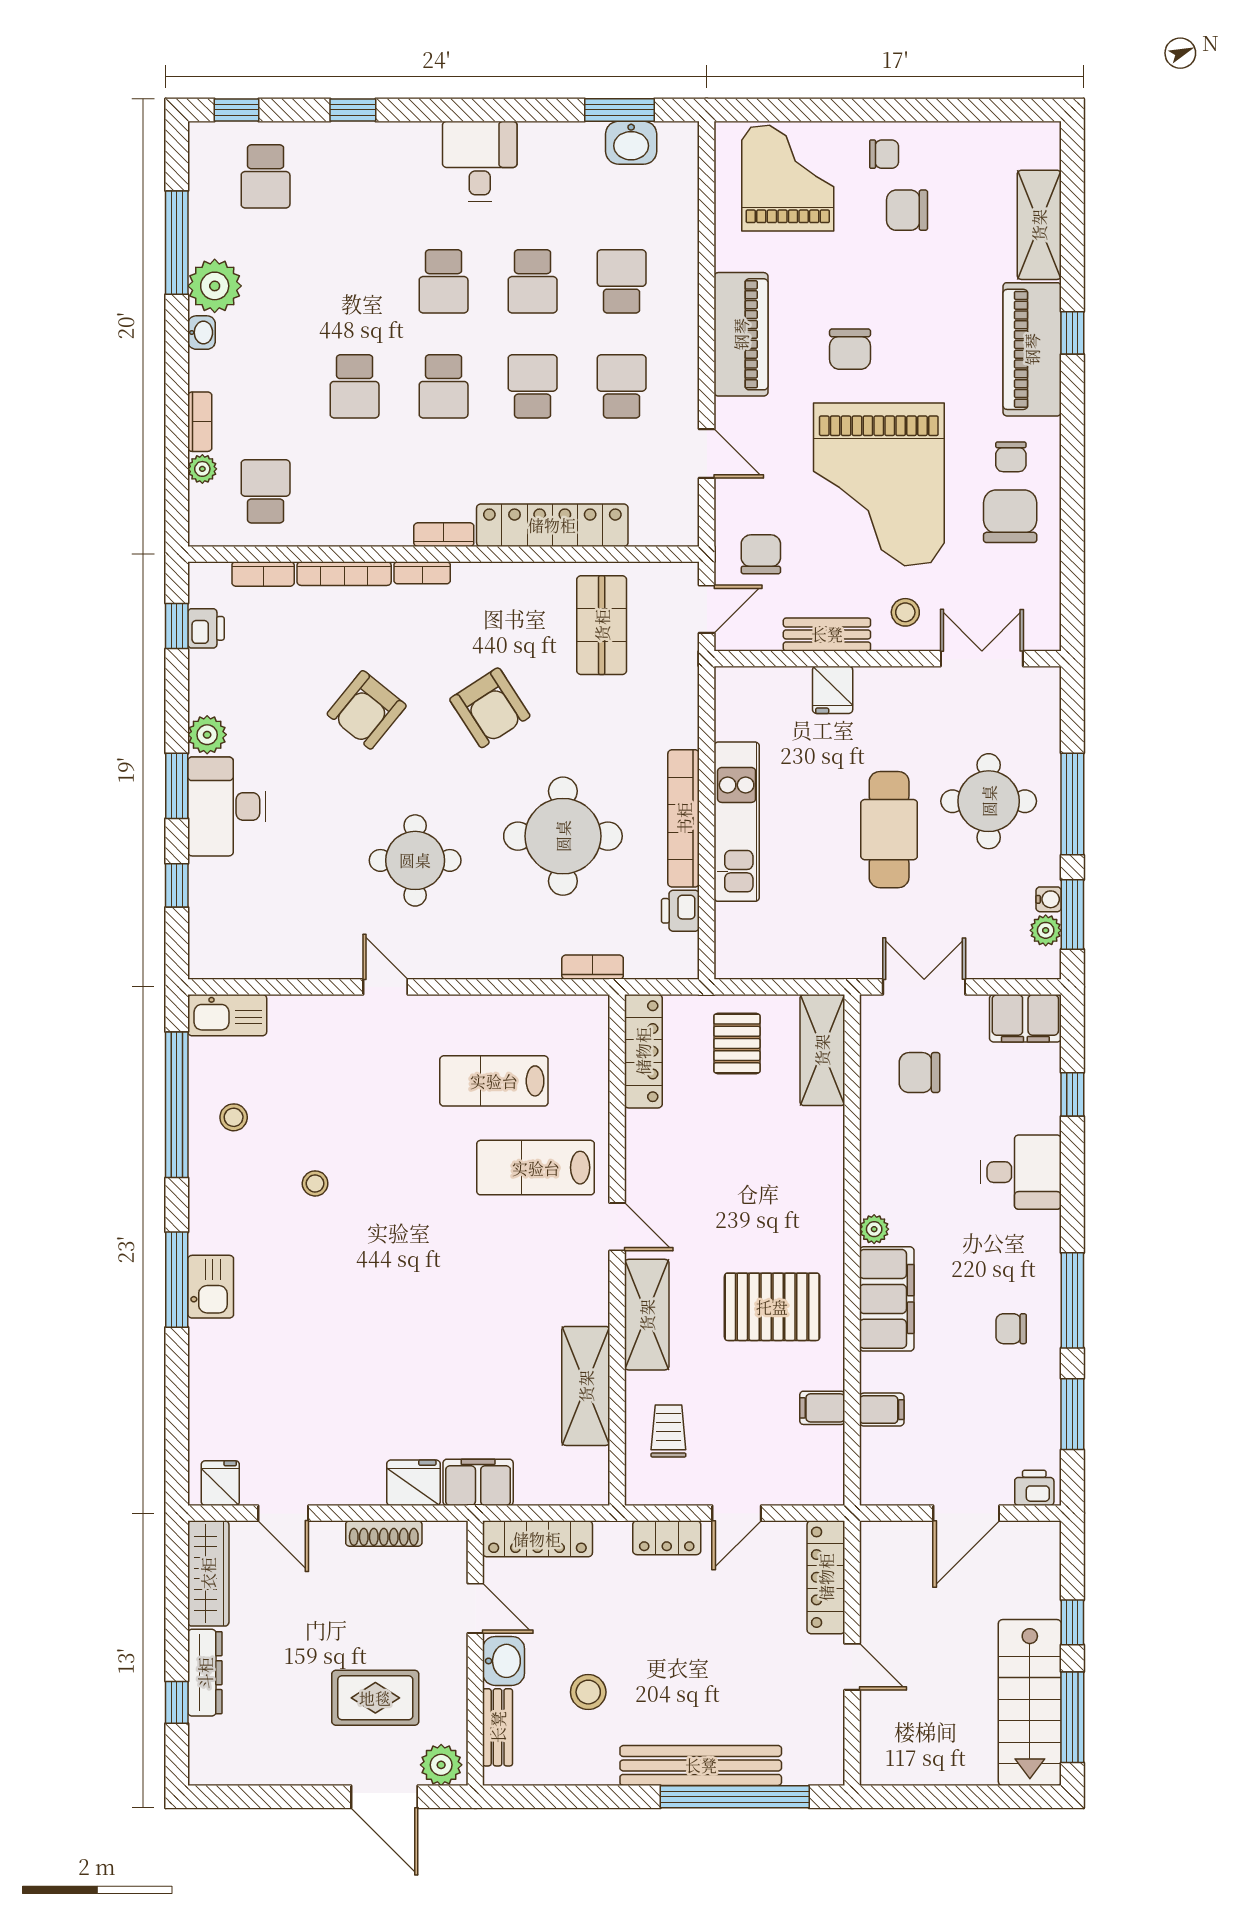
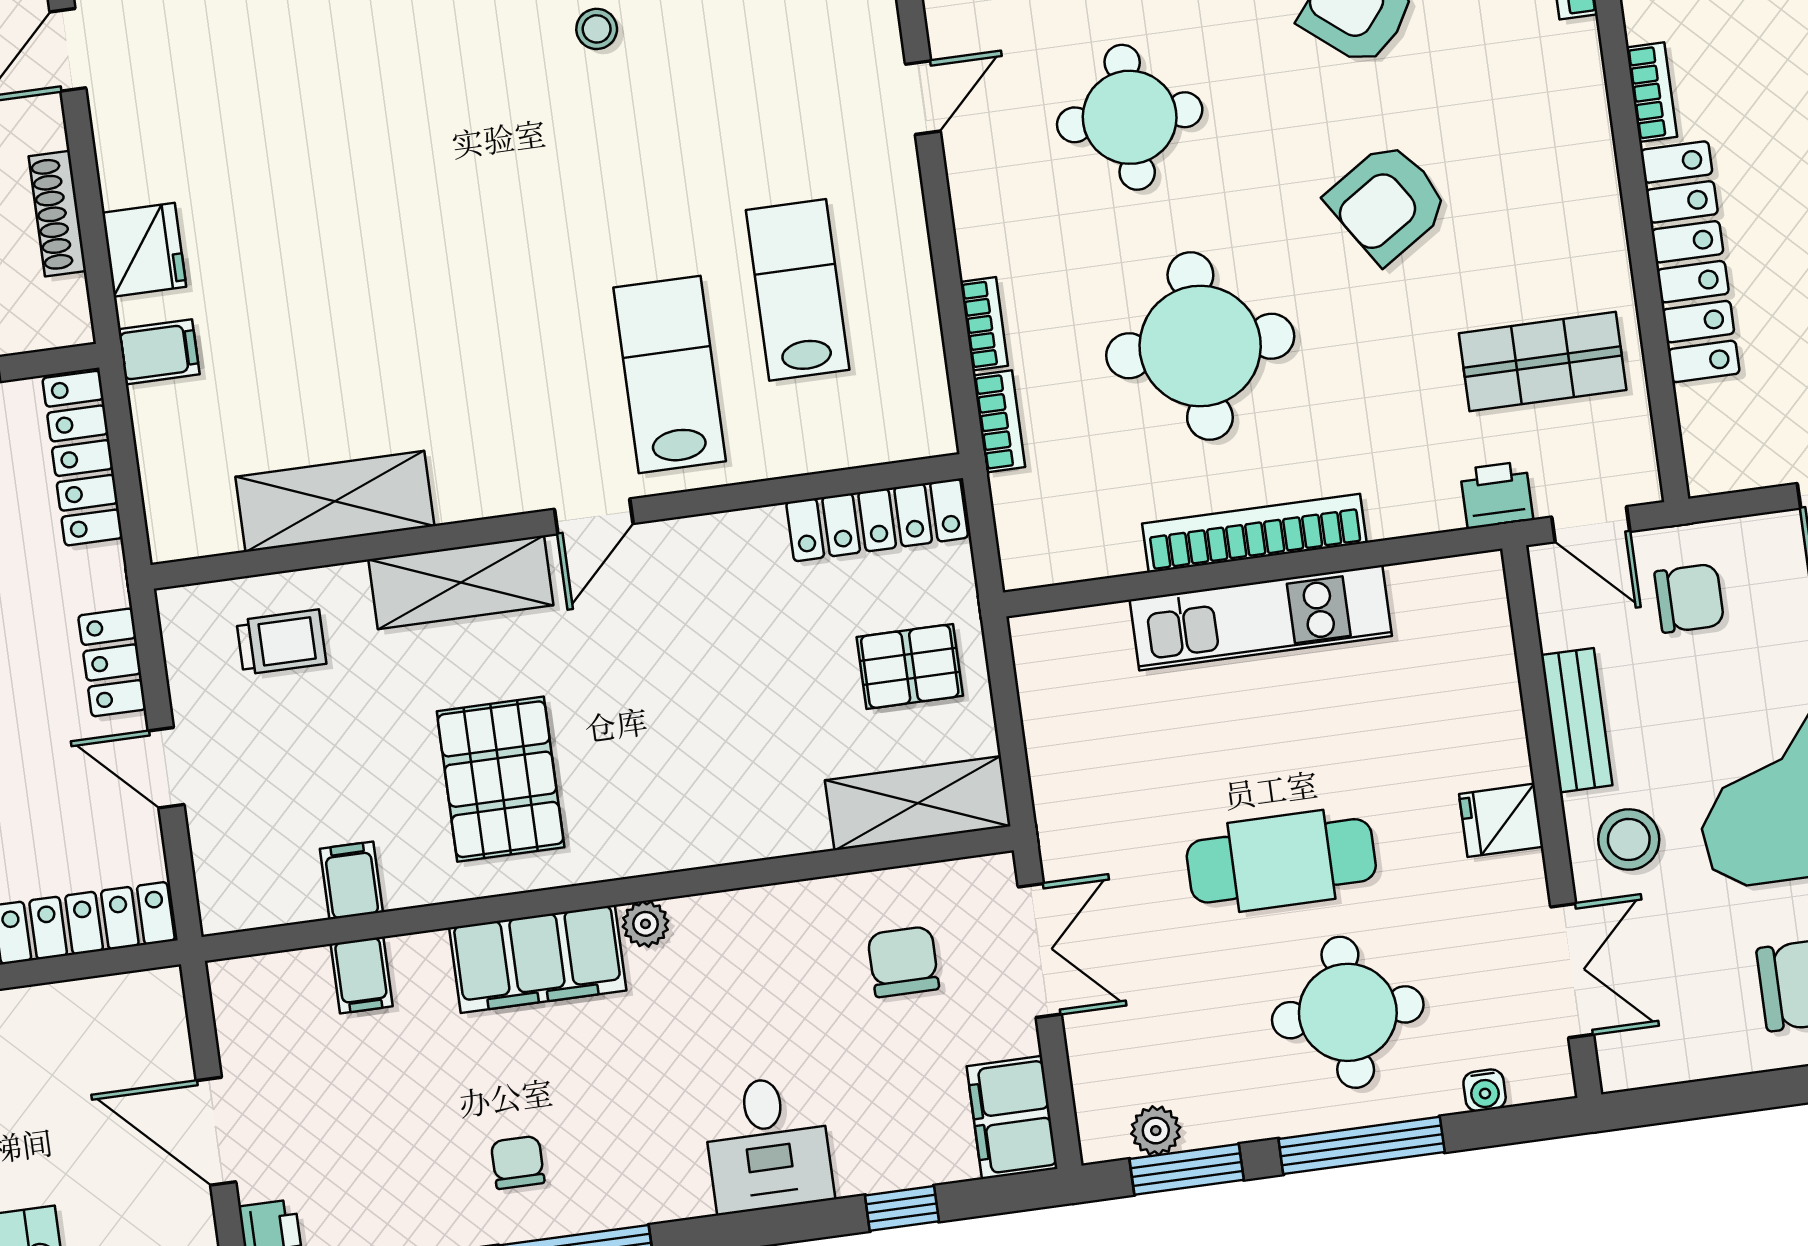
bookcase: (422, 573) -> (984, 324), moved, turned 180
stool: (905, 612) -> (1629, 839), width x1.37, depth x1.37
fridge: (833, 690) -> (1501, 820), moved
water cooler: (1049, 899) -> (1485, 1090), moved
printer: (680, 911) -> (1497, 495), moved
filing cabinet: (478, 1482) -> (159, 352), width x0.50

